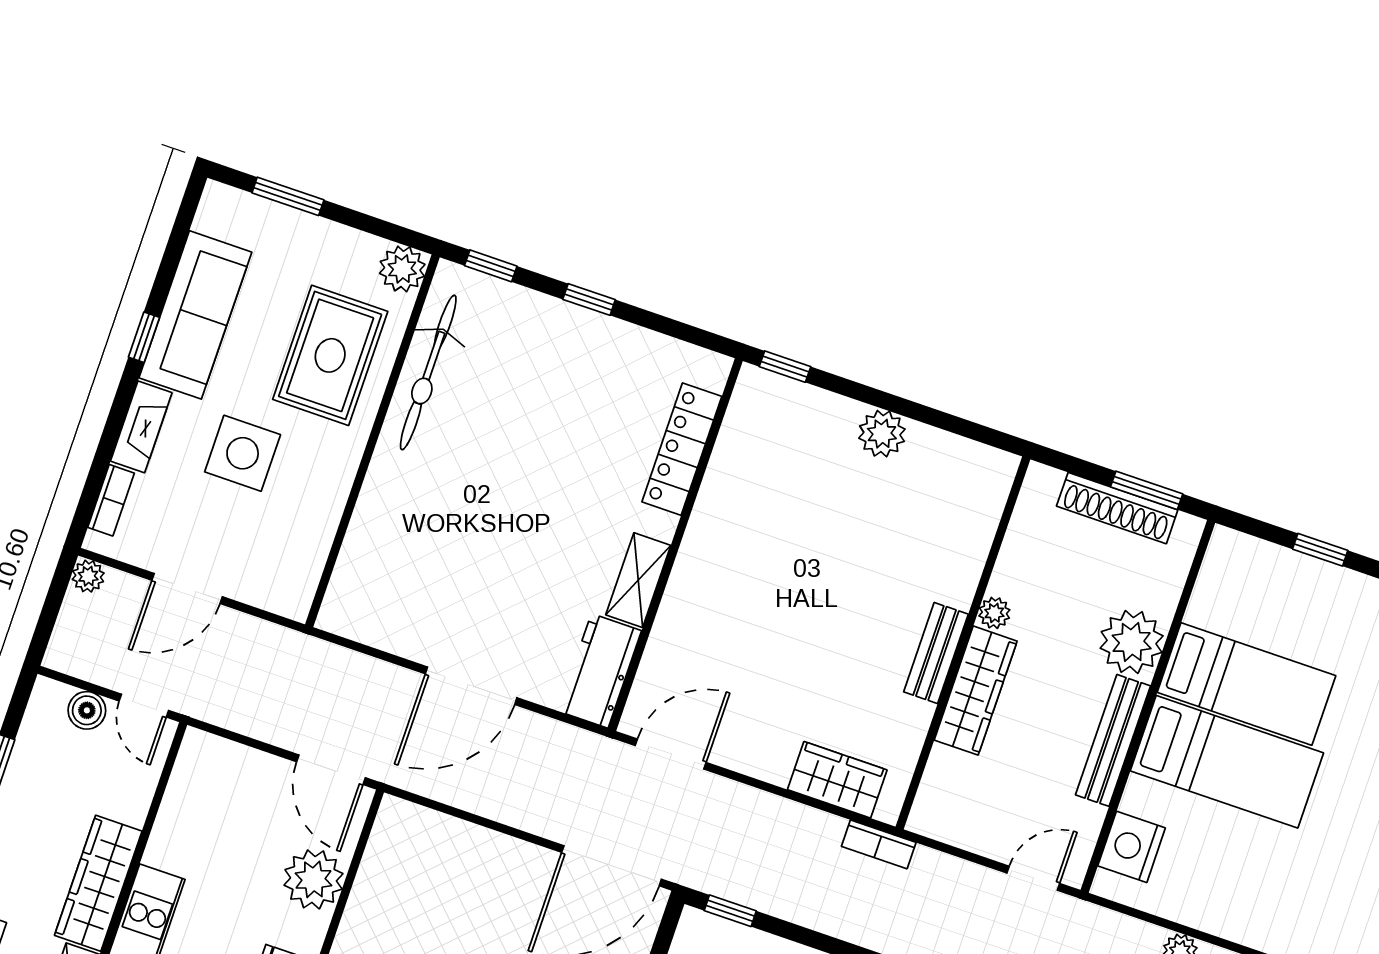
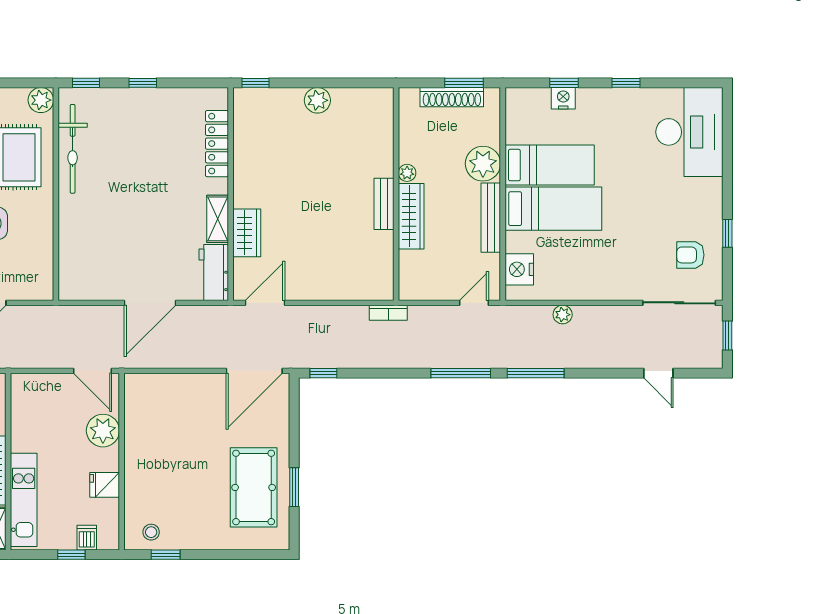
nightstand: (1310, 576) -> (563, 98), added
wardrobe: (837, 780) -> (247, 233), moved, turned 90

